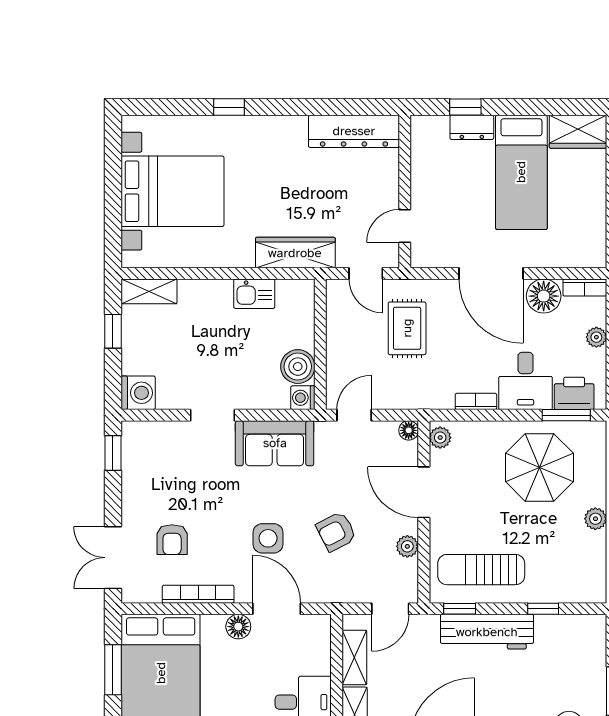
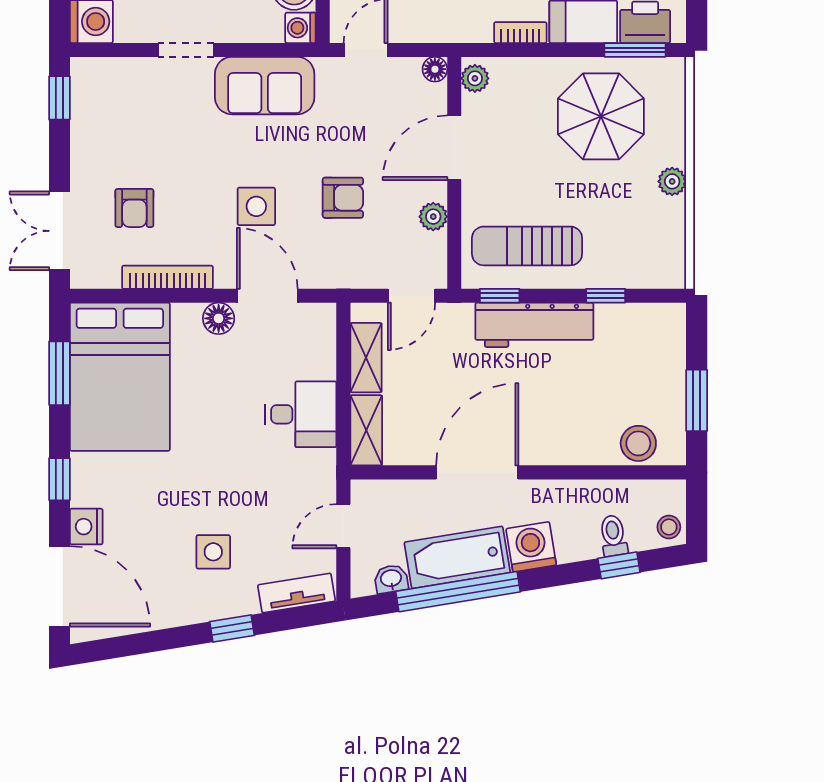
door: (424, 492) -> (454, 148), hinge flipped
armchair: (336, 532) -> (343, 198), turned -153

